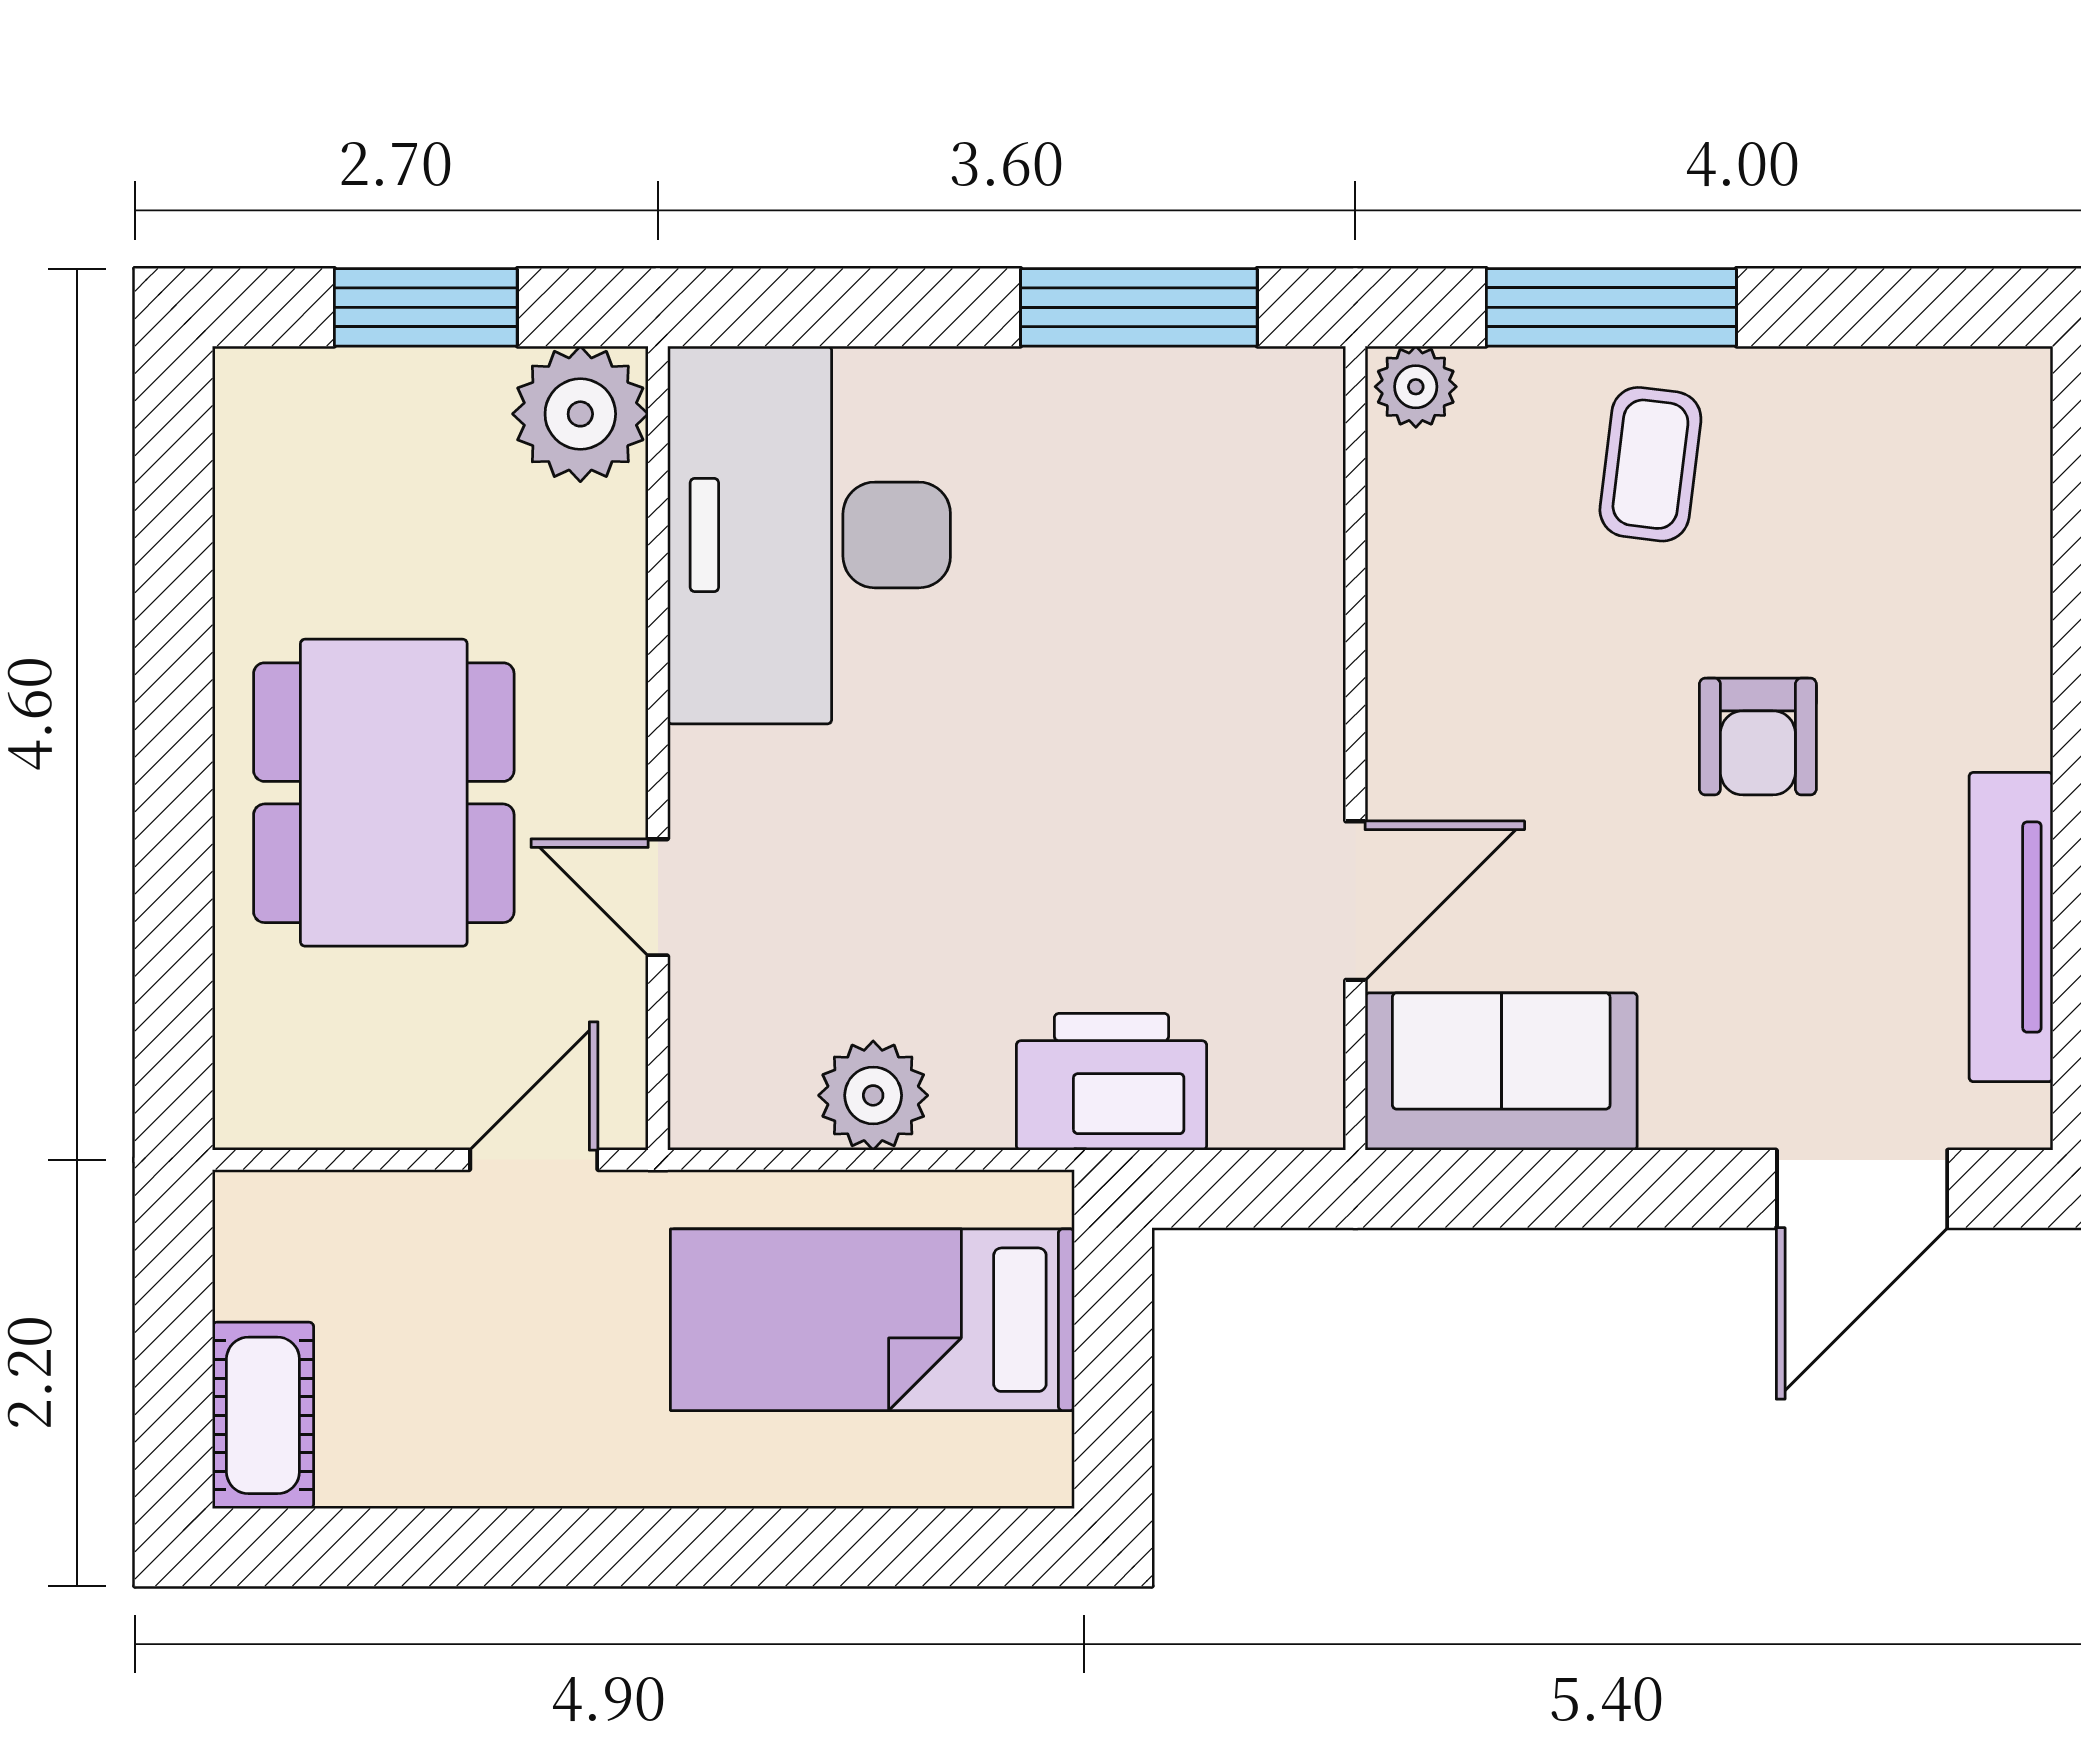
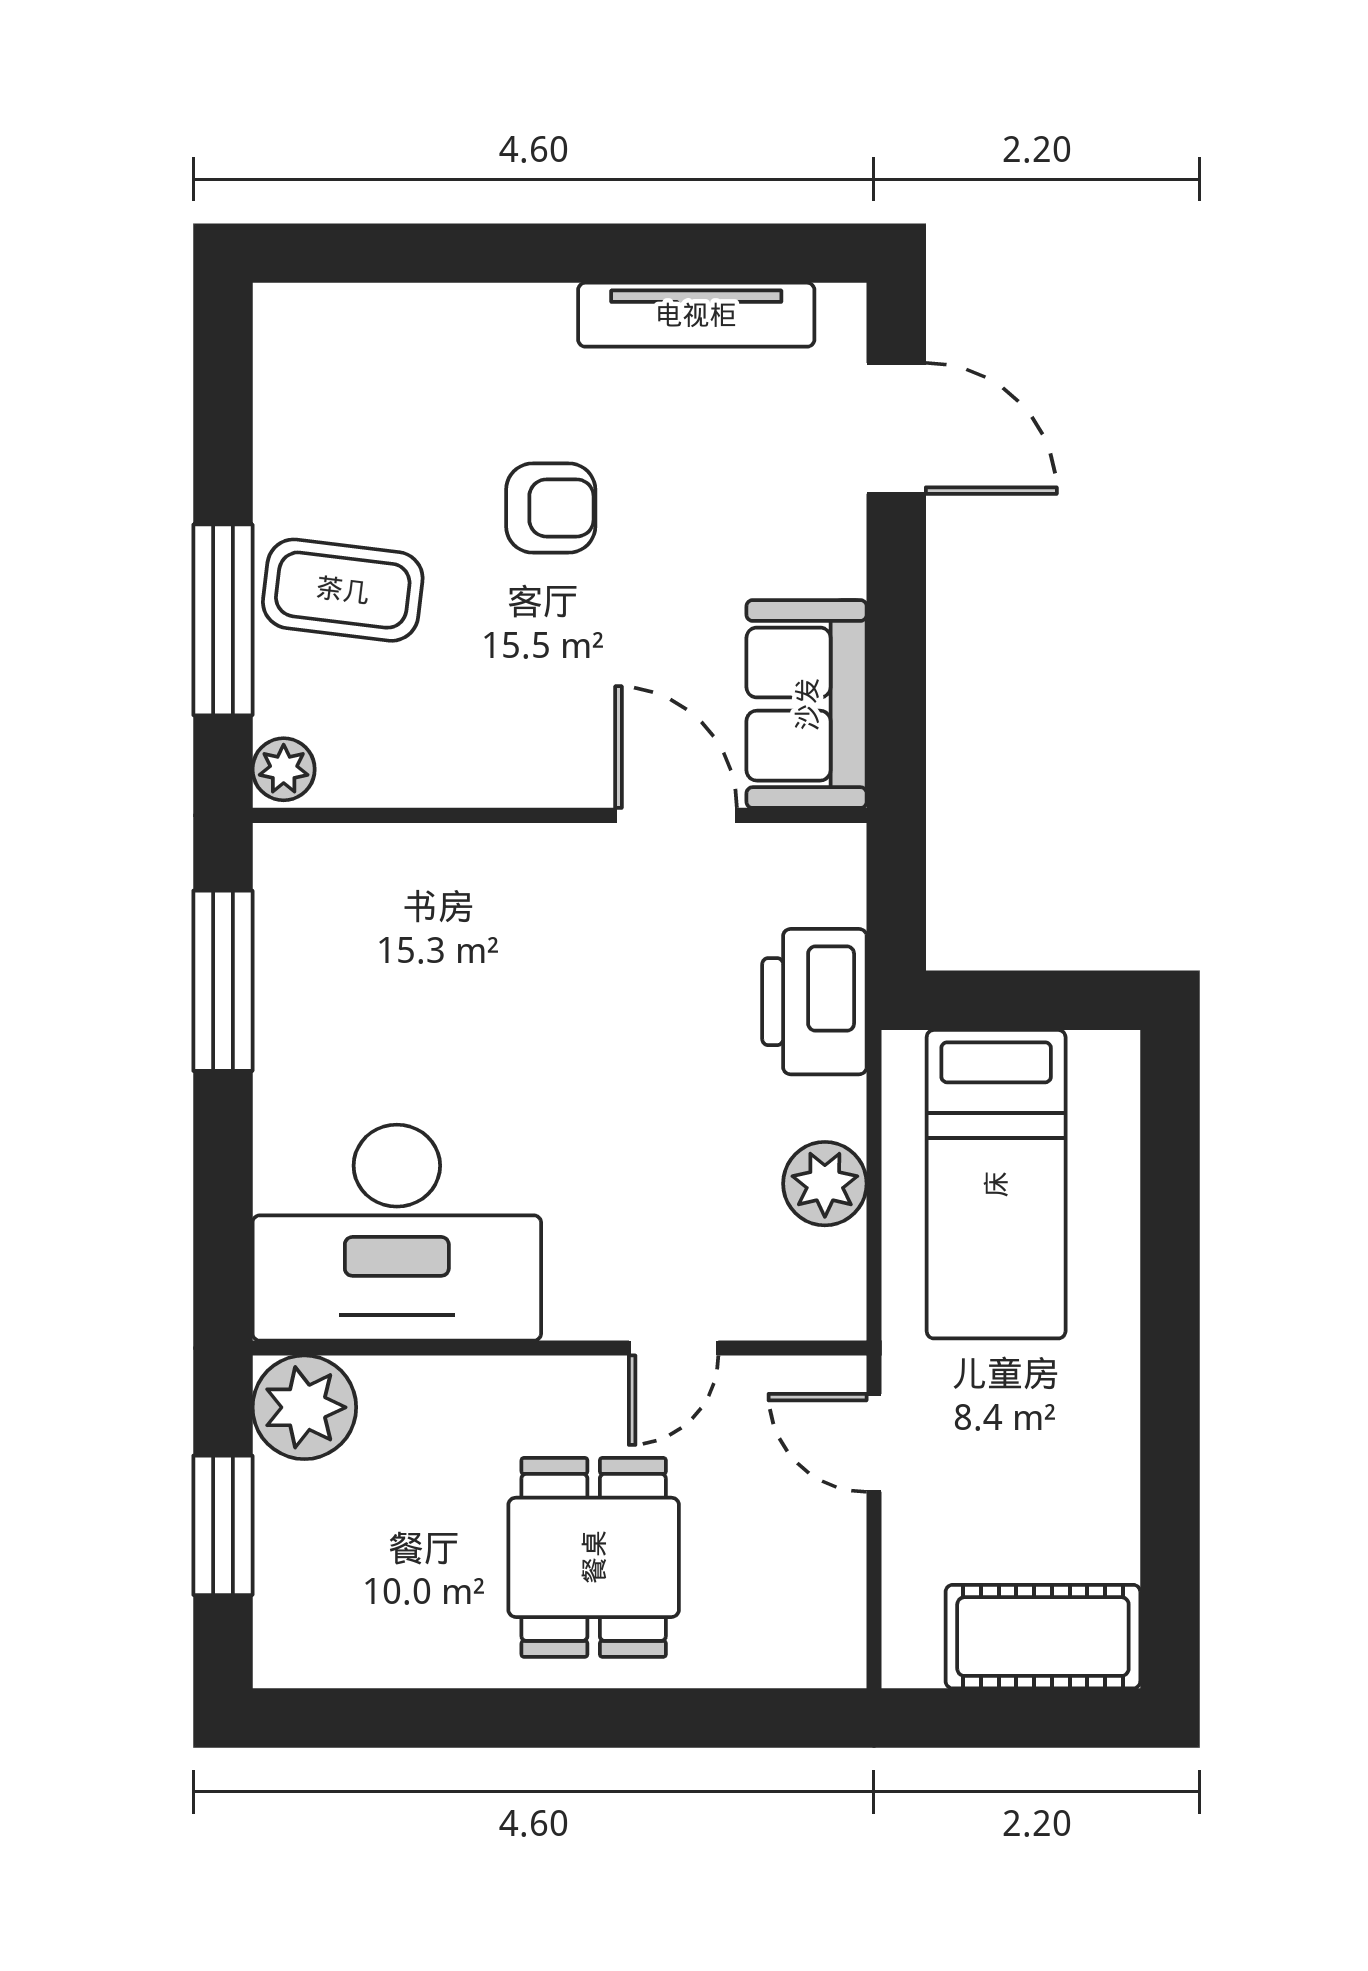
coffee table: (1650, 464) -> (343, 590), width x1.36, depth x1.30
dining table: (384, 793) -> (594, 1557), width x0.73
cot: (263, 1415) -> (1043, 1637), width x1.37, depth x1.34

